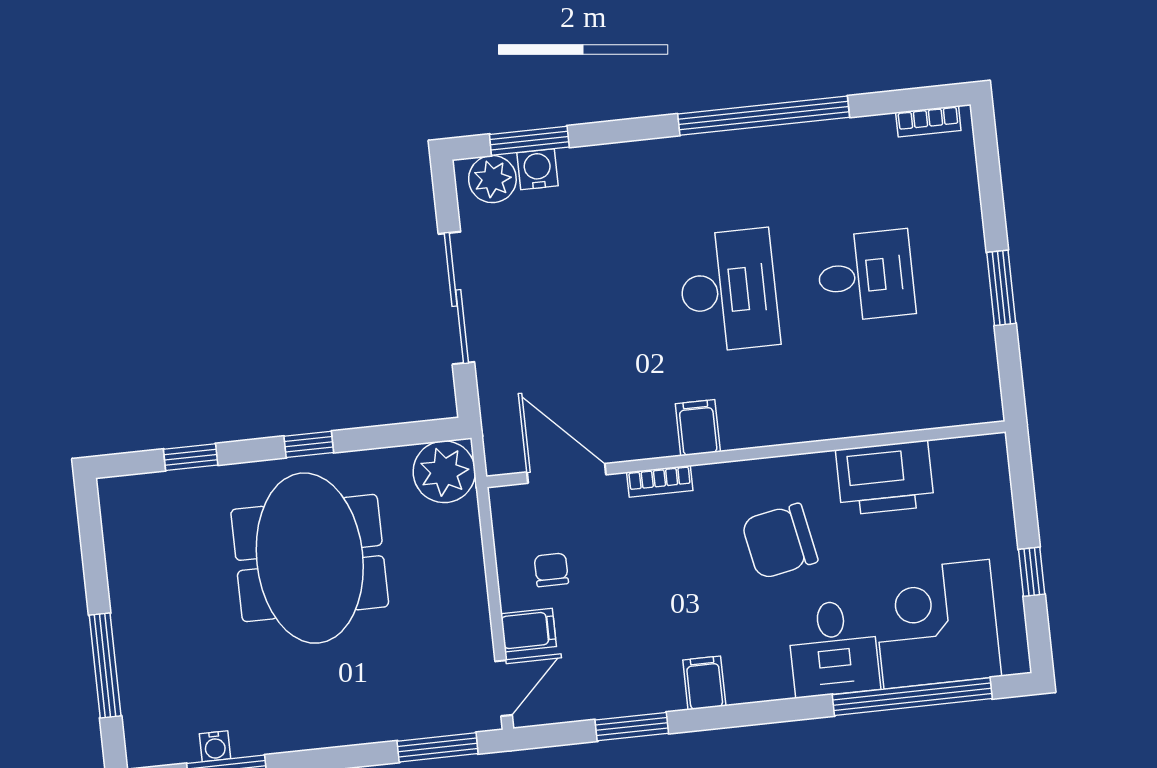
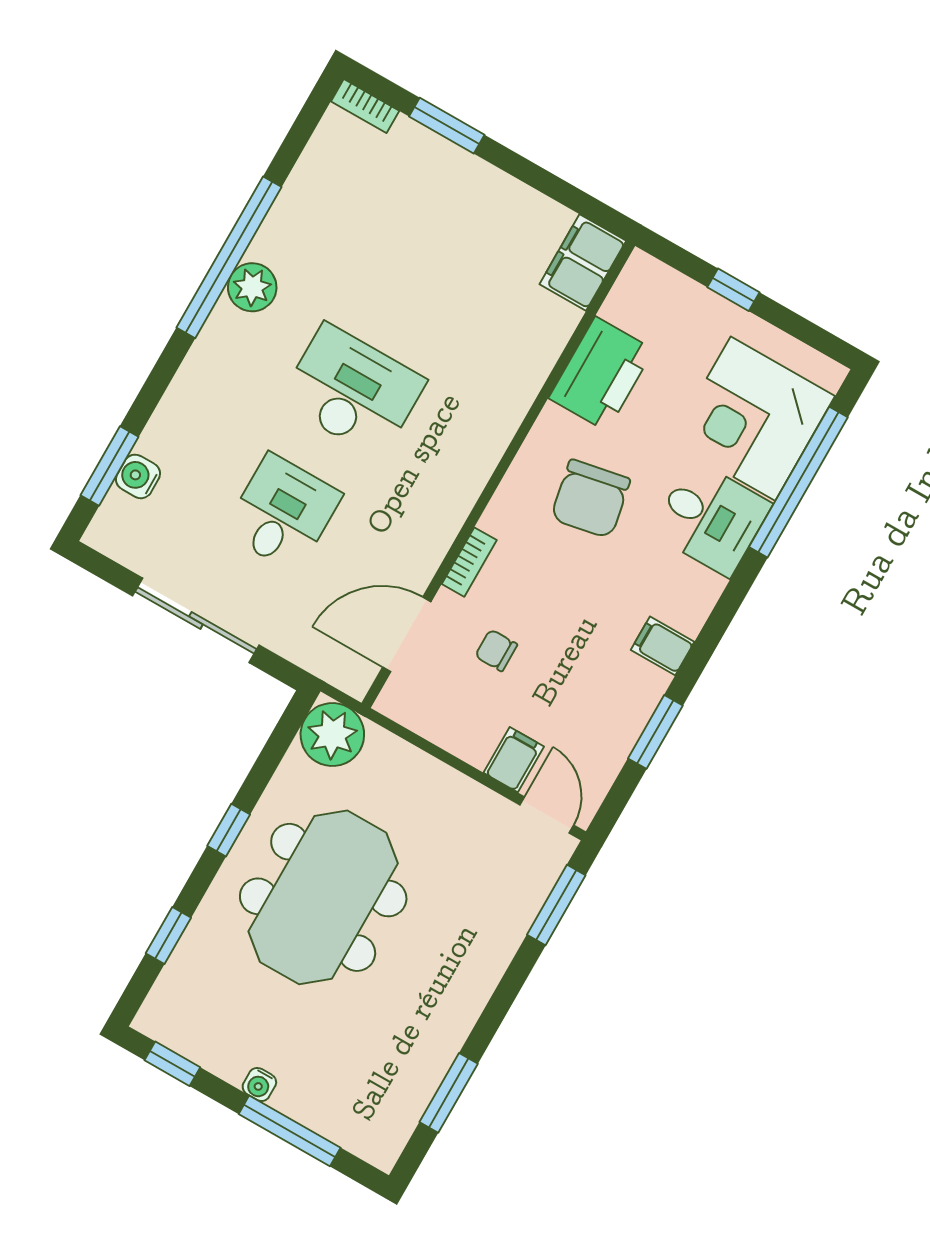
bookcase: (928, 121) -> (365, 106), moved, turned 90
plant: (492, 179) -> (252, 287), moved
desk: (866, 276) -> (283, 513), moved
window: (1001, 288) -> (447, 126), moved
filing cabinet: (698, 428) -> (583, 263), moved, width x2.00
window: (91, 534) -> (172, 1064), added
meeting table: (310, 558) -> (323, 897), turned 90
chair: (551, 570) -> (496, 650), moved
window: (1032, 572) -> (733, 290), moved
water cooler: (215, 746) -> (259, 1084), moved, turned 90

